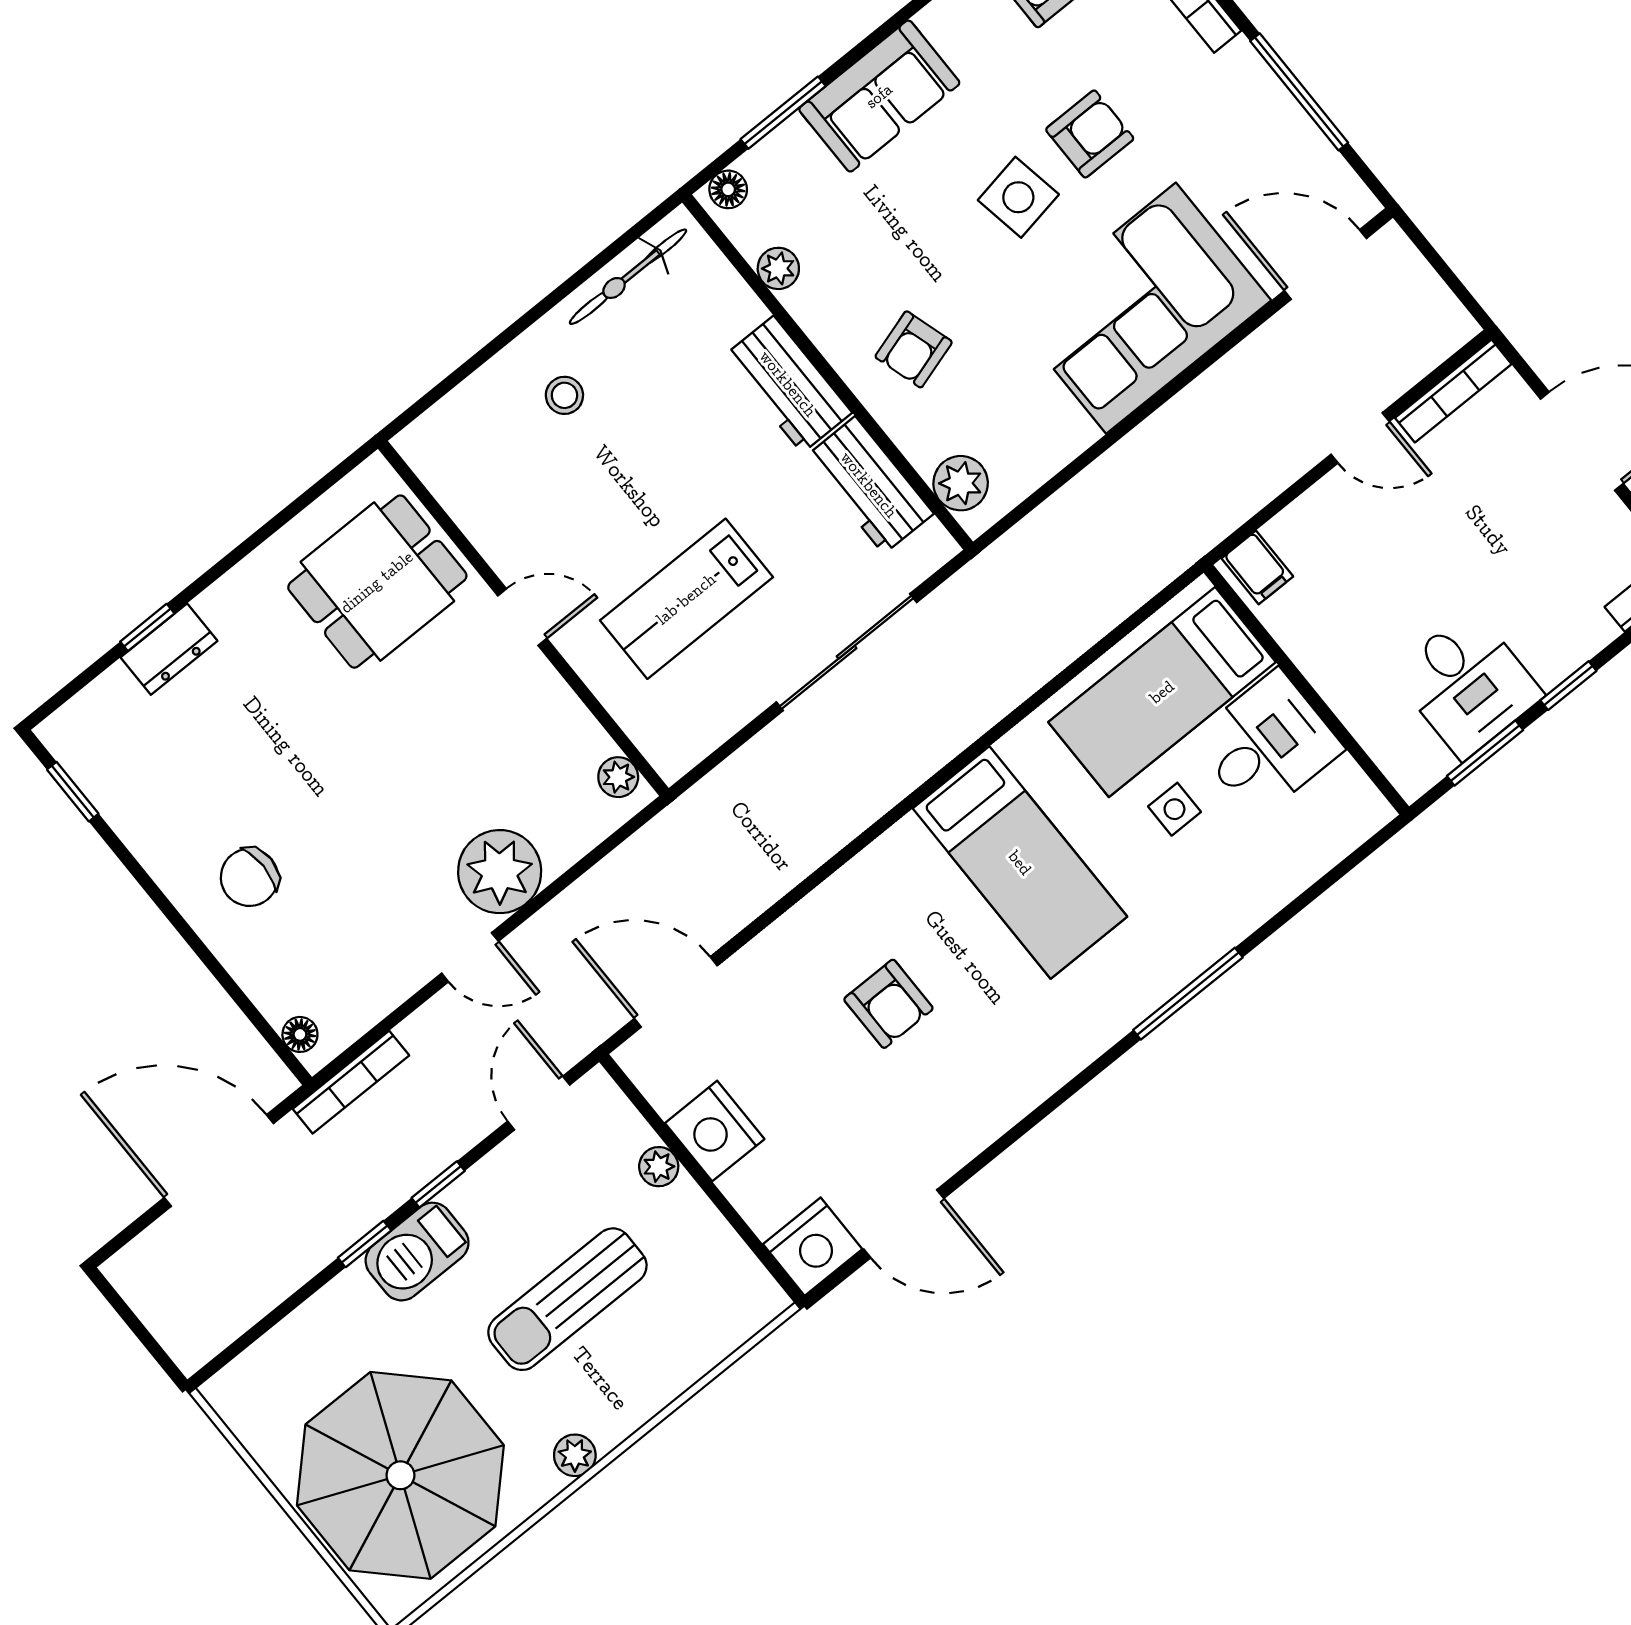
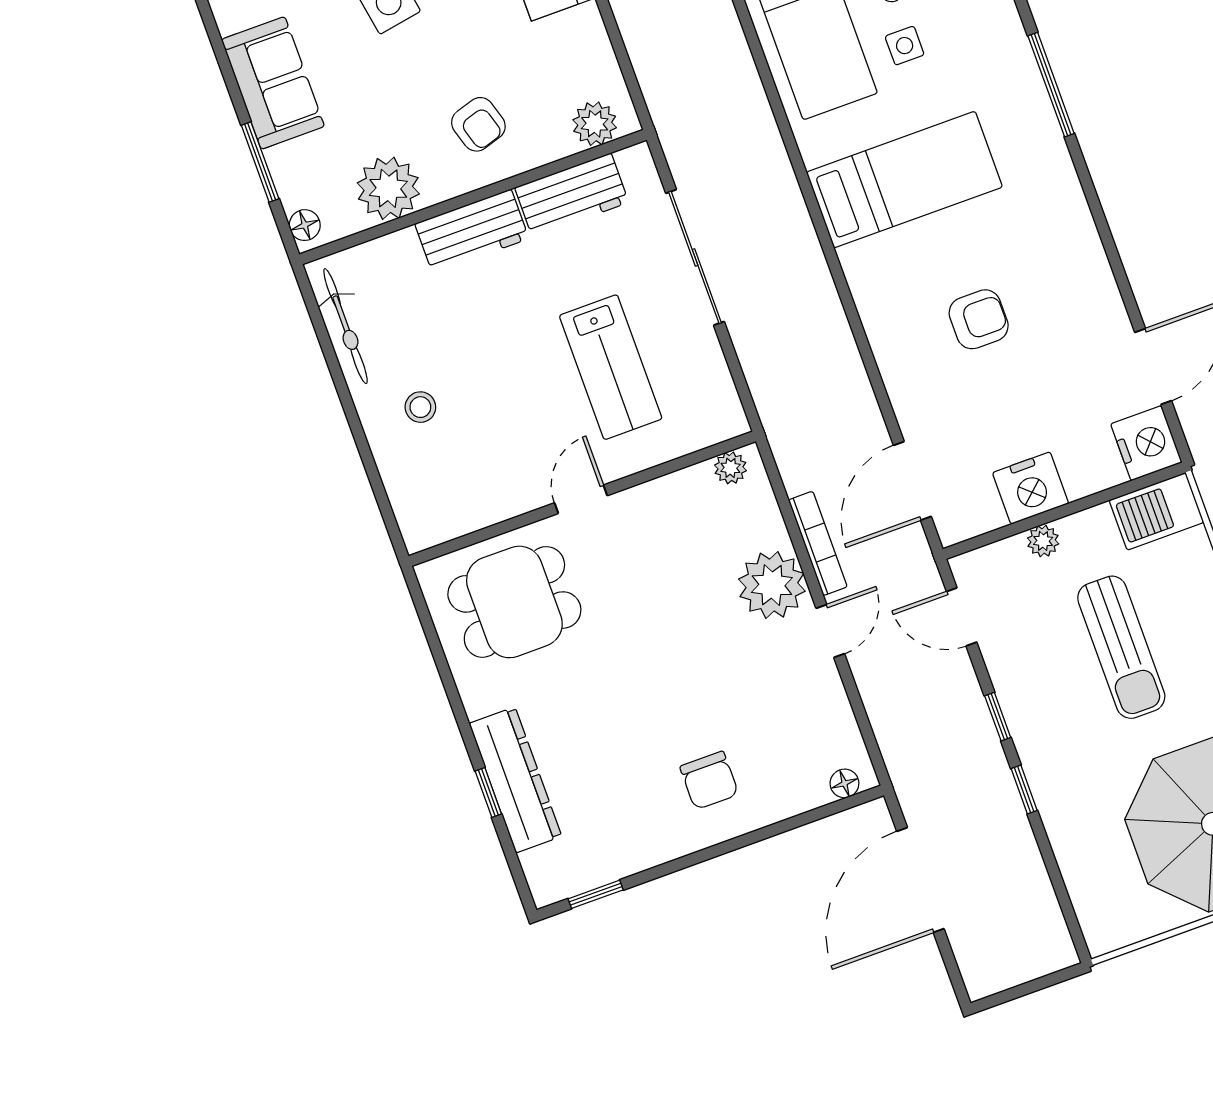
plant: (778, 268) -> (388, 188), width x1.88, depth x1.88
dining table: (377, 582) -> (514, 602), turned 90
dresser: (169, 649) -> (515, 780), width x1.96, depth x1.24
bookcase: (351, 1082) -> (818, 543), moved
barbecue: (417, 1252) -> (1156, 511), moved, turned 90

